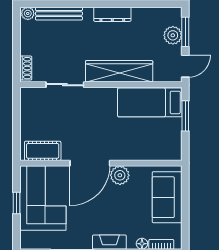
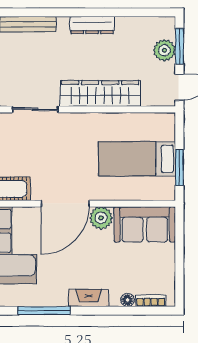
bed: (150, 102) -> (137, 159), moved
window: (185, 116) -> (179, 167), moved
sofa: (167, 197) -> (145, 224), moved, turned -90

